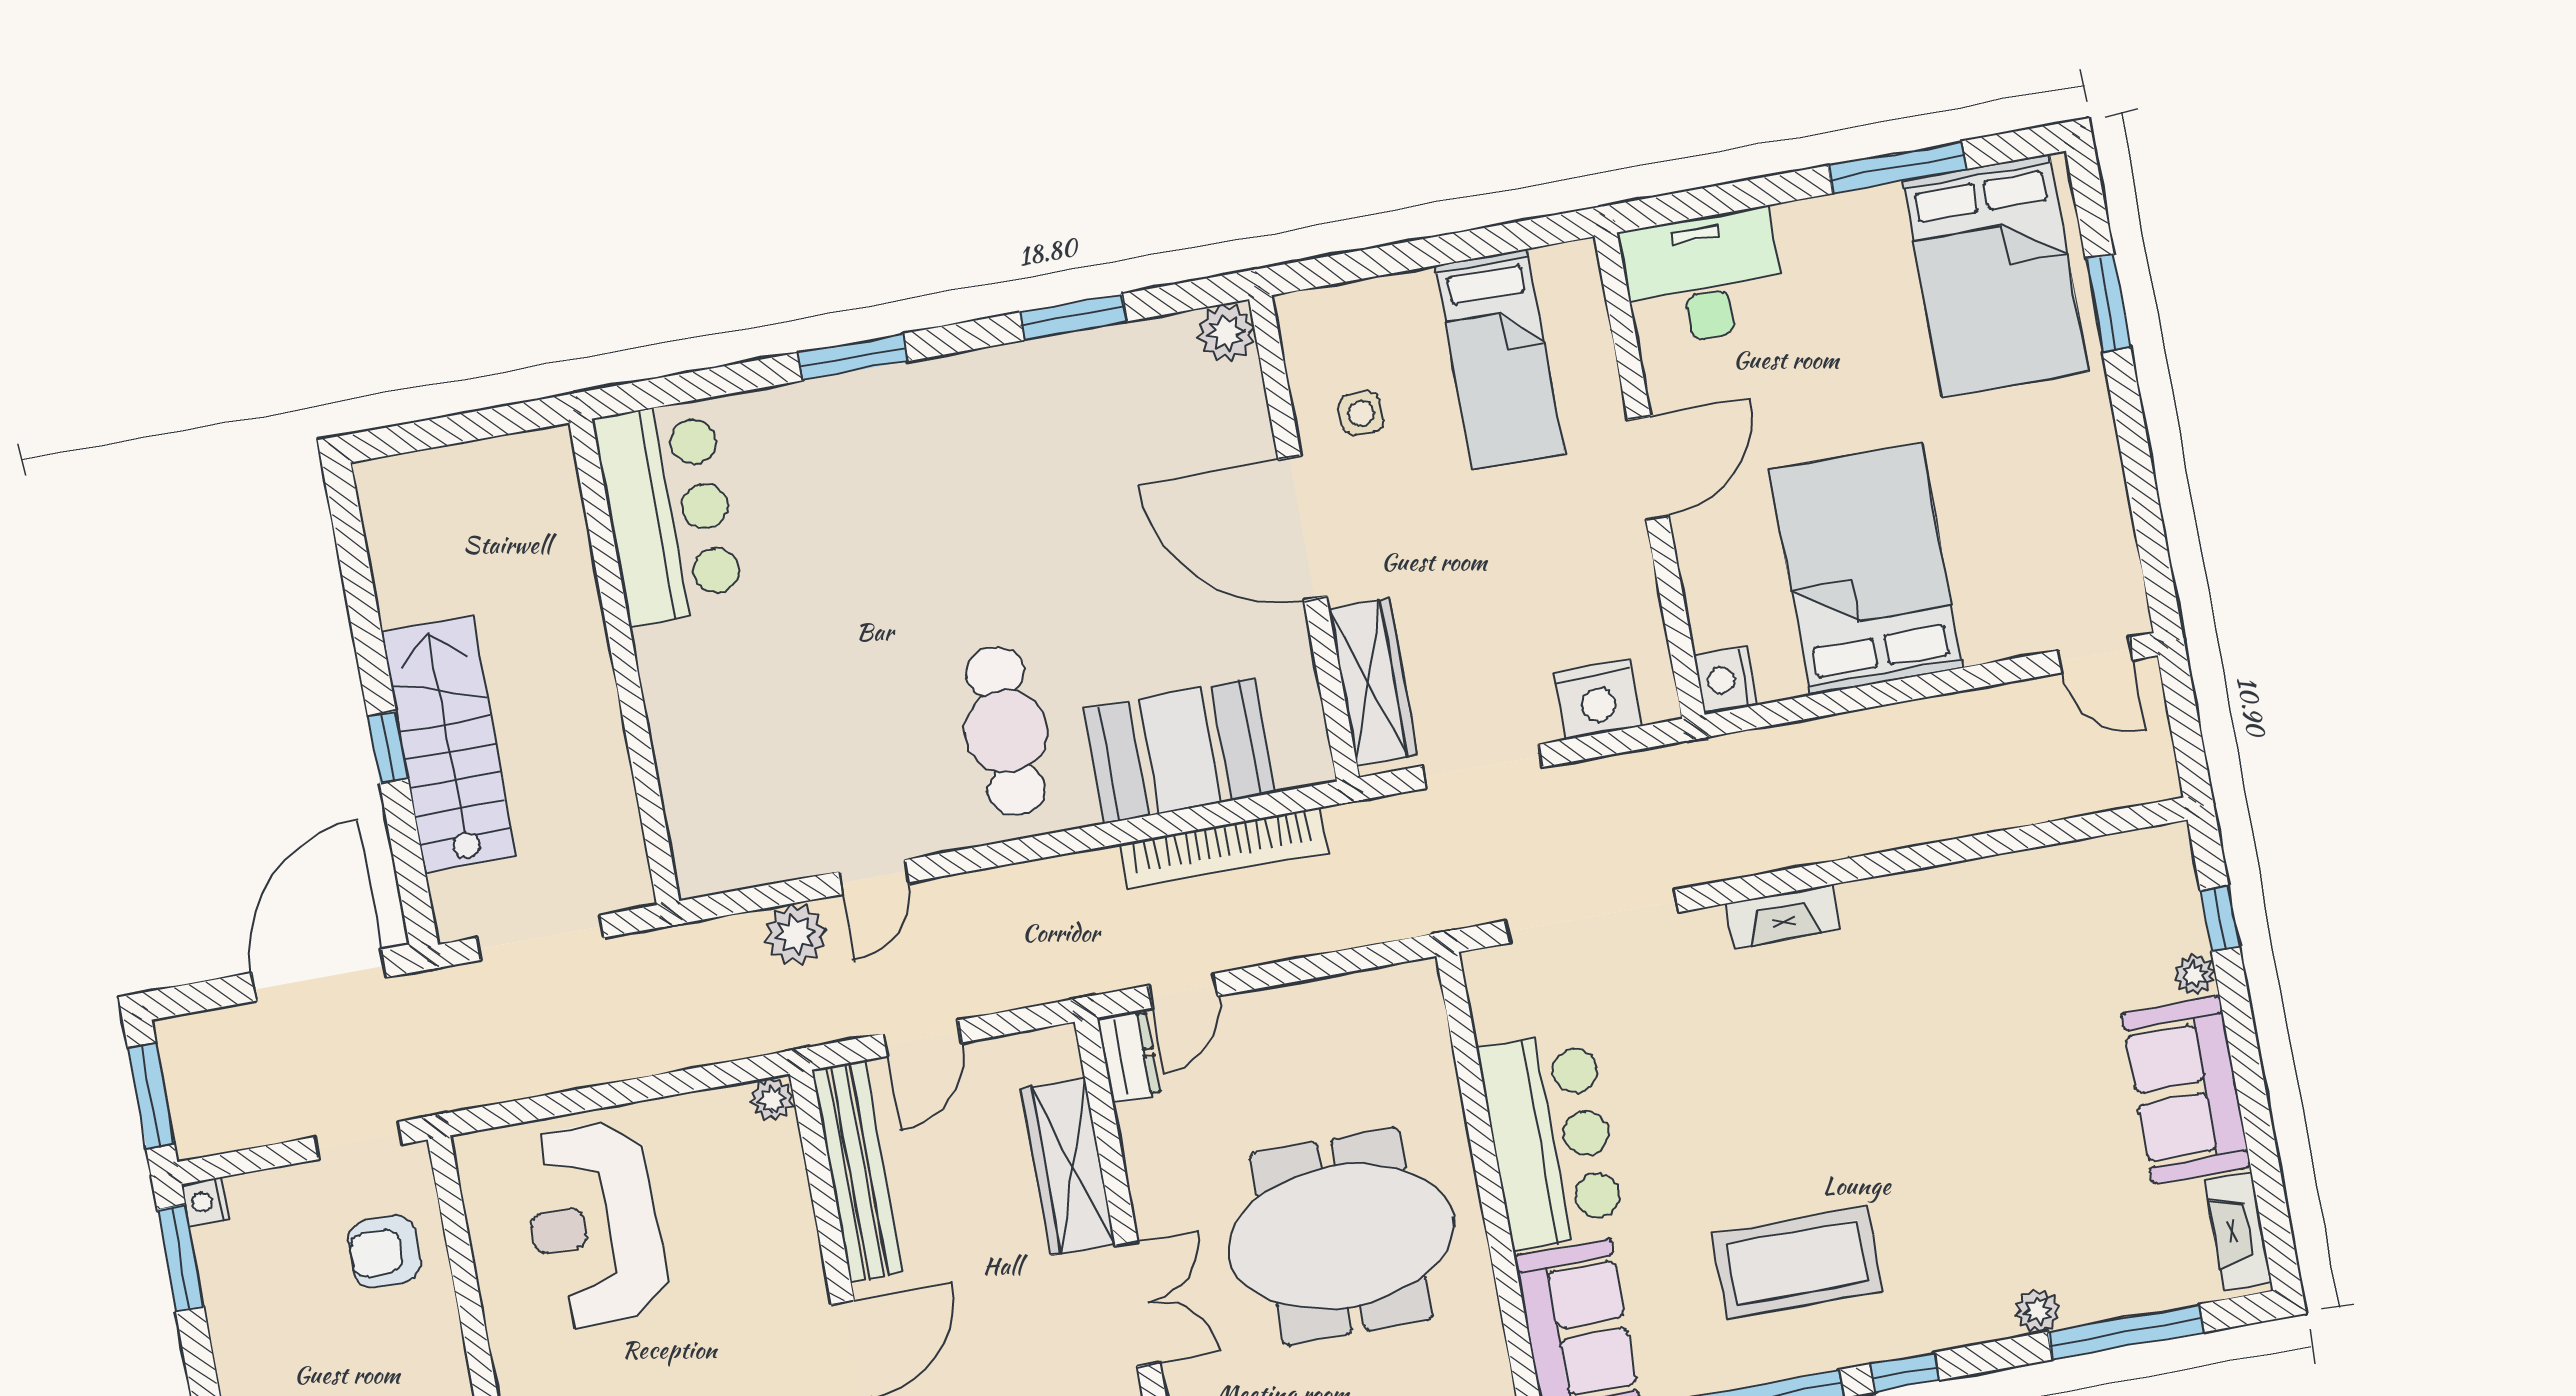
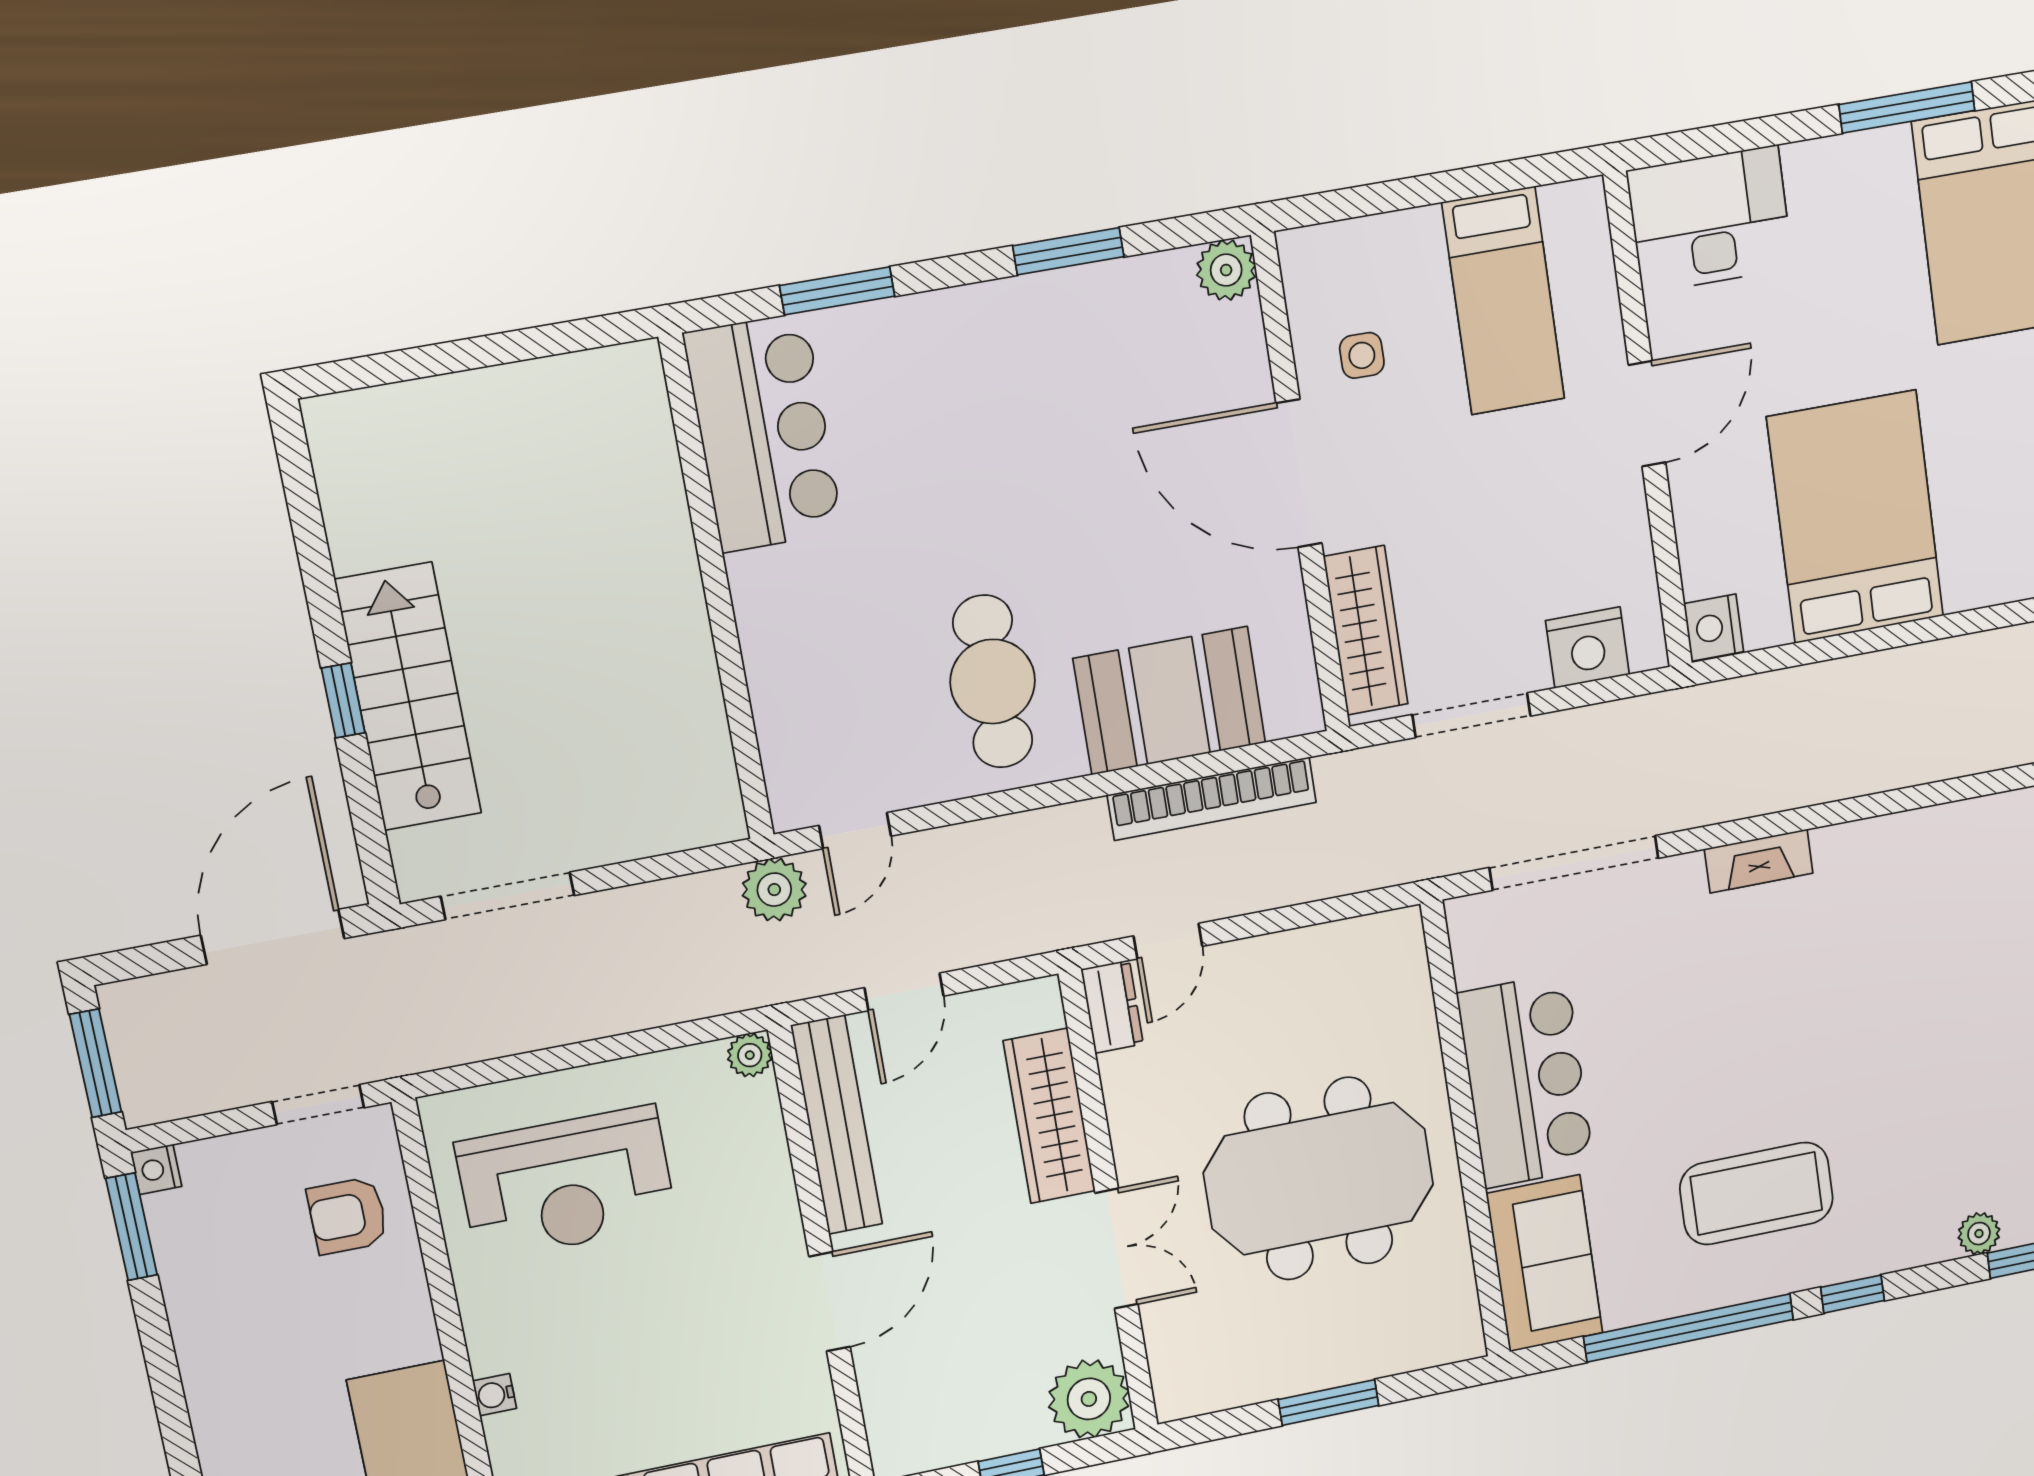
bar counter: (669, 513) -> (763, 433), moved
wall: (624, 662) -> (717, 589), moved
reception desk: (594, 1224) -> (566, 1183), turned -90

